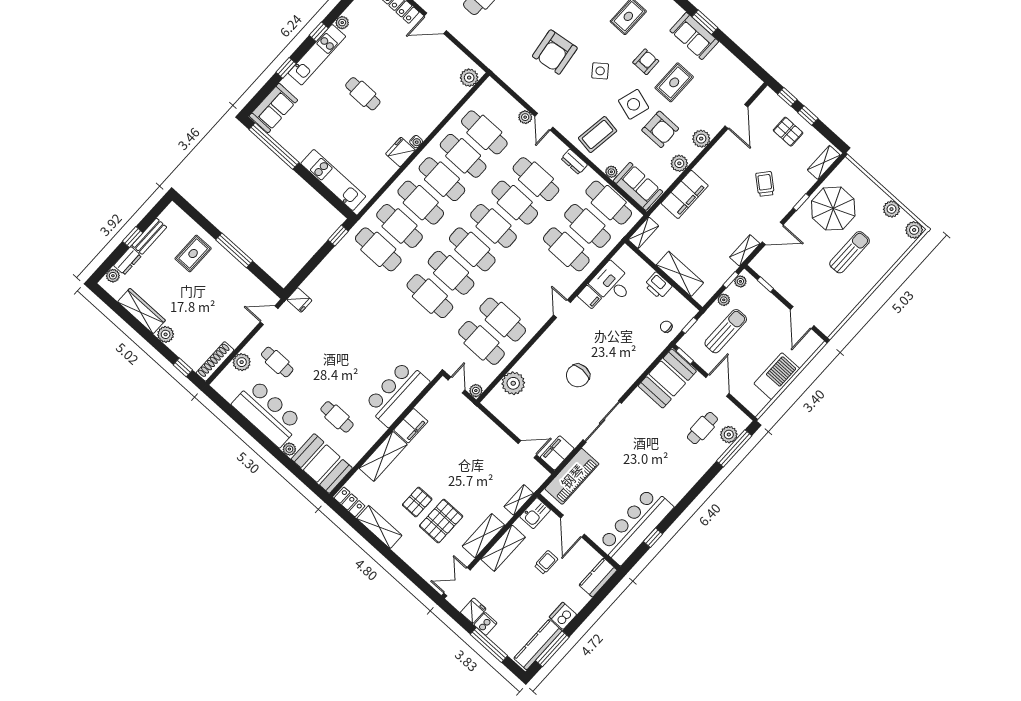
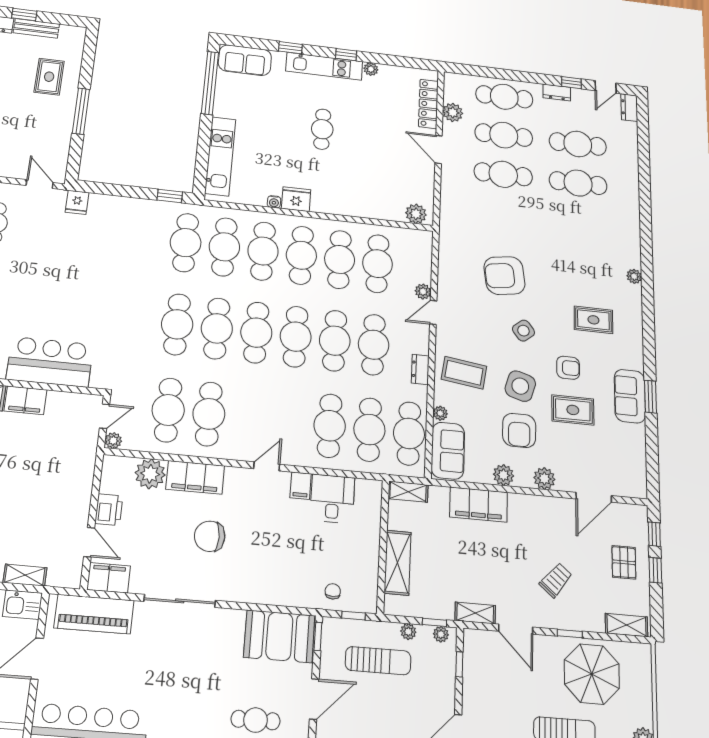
water cooler: (416, 142) -> (274, 202), moved
rug: (193, 254) -> (49, 77), turned 90
printer: (658, 286) -> (109, 510), moved, turned 180
filing cabinet: (536, 358) -> (195, 477), added

